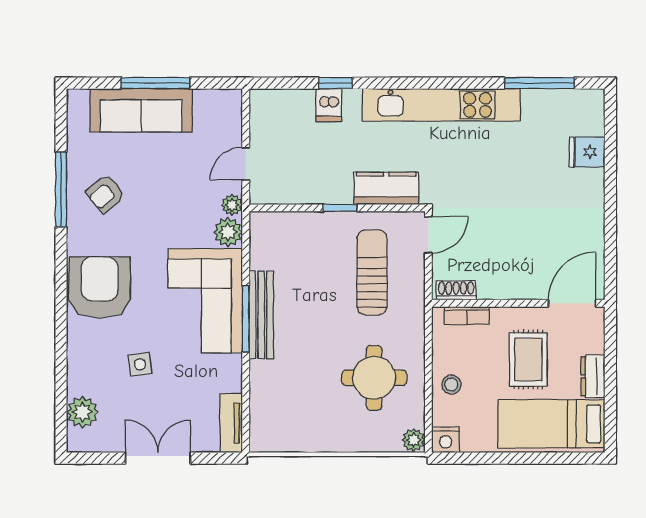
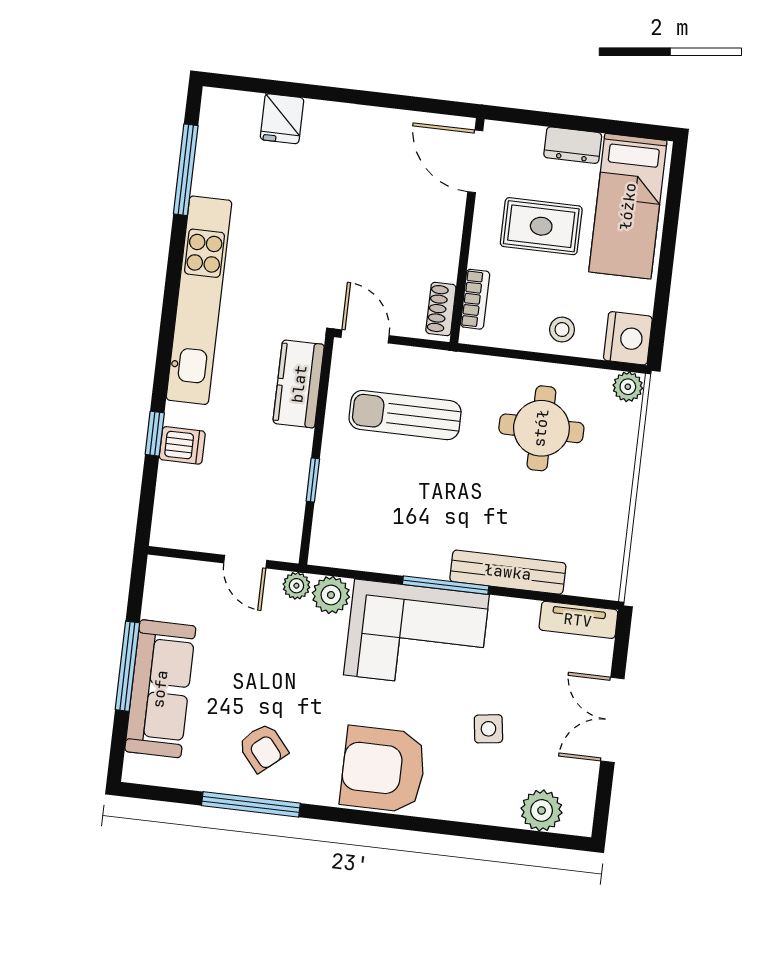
window: (340, 208) -> (313, 480), moved
bench: (261, 315) -> (508, 572), moved
nightstand: (446, 440) -> (628, 338), width x1.36, depth x1.33

